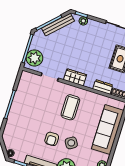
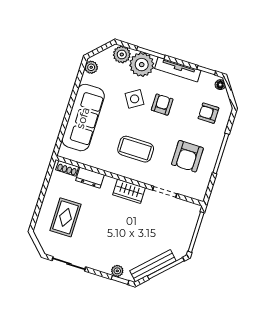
plant: (34, 58) -> (186, 219), removed
armchair: (34, 102) -> (187, 156), added
coffee table: (70, 107) -> (136, 149), turned 90
armchair: (19, 133) -> (208, 113), added

